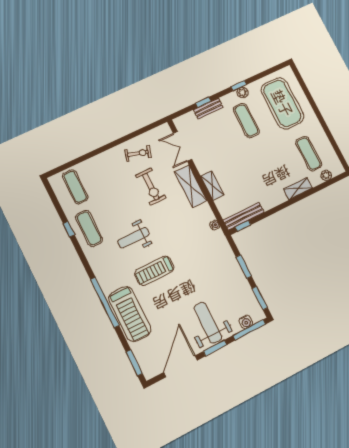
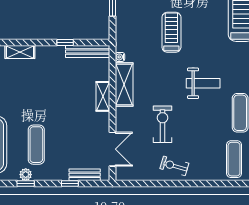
bench: (208, 108) -> (85, 175), moved
exercise bike: (138, 153) -> (174, 166), moved
shelving: (191, 186) -> (124, 85), moved
window: (243, 226) -> (65, 42), moved
treadmill: (154, 271) -> (171, 32), moved, turned -90

